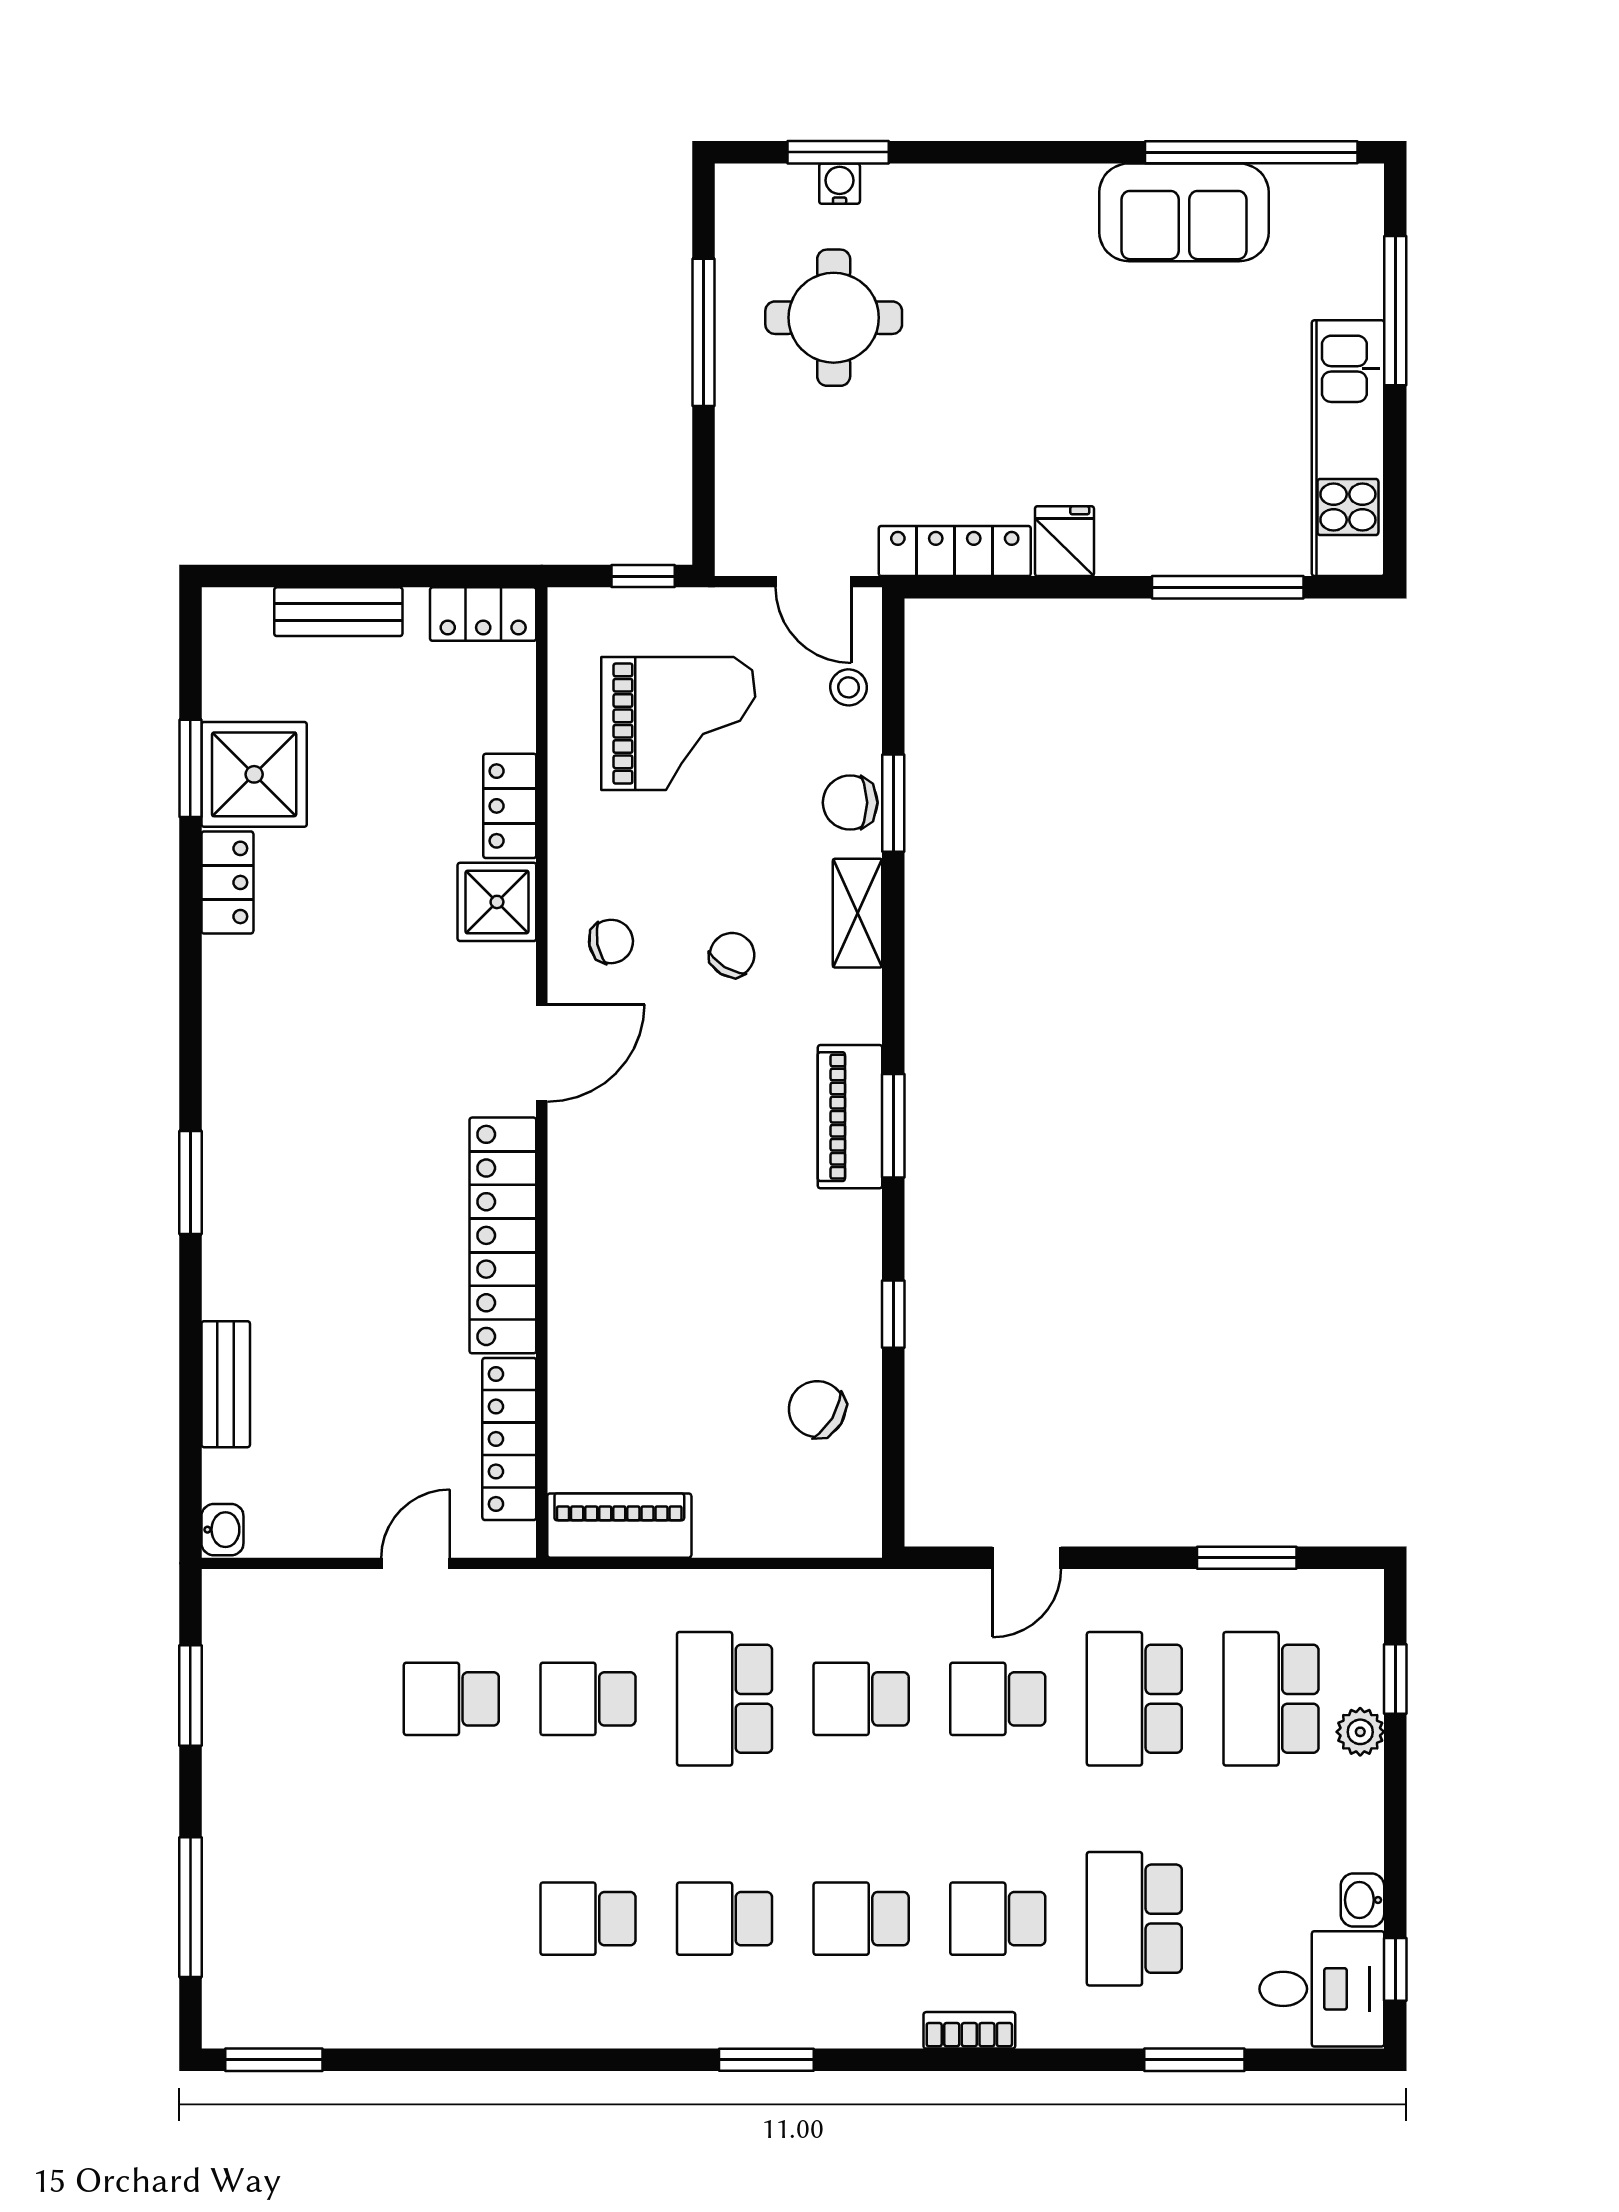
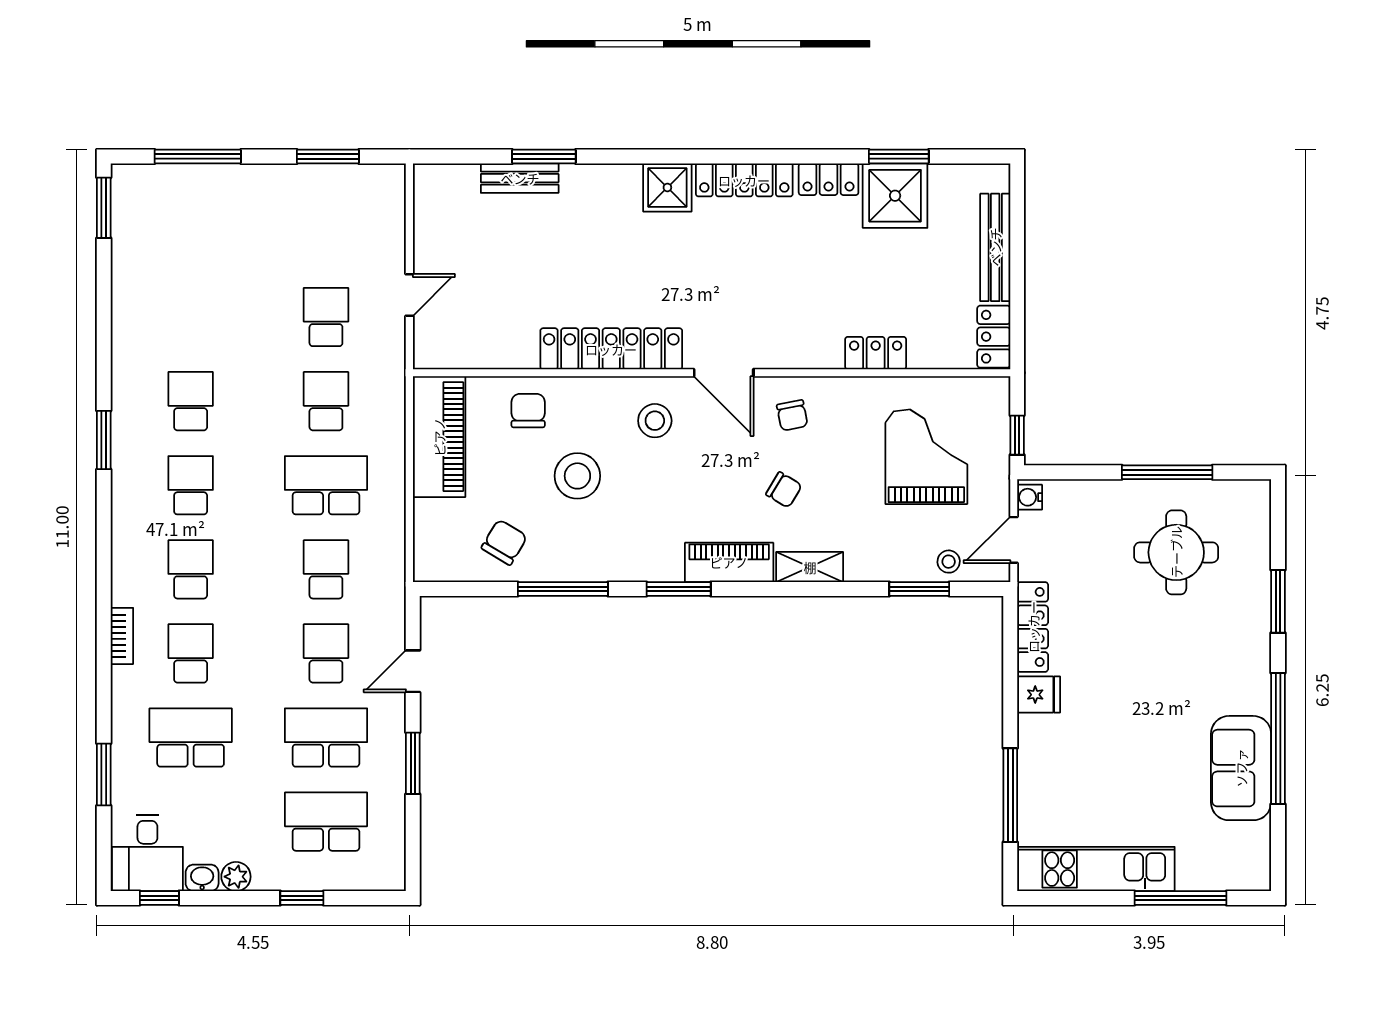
window: (838, 152) -> (1278, 601), moved
window: (1251, 152) -> (1278, 738), moved
water cooler: (840, 184) -> (1030, 497), moved, turned 180
bench: (338, 612) -> (995, 247), width x1.36
grand piano: (678, 724) -> (926, 457), turned 180
chair: (850, 803) -> (528, 411), moved
window: (893, 803) -> (919, 589), moved
shower: (497, 902) -> (667, 187), moved
piano: (850, 1117) -> (729, 562), moved
stool: (620, 1165) -> (655, 421), added
window: (190, 1183) -> (544, 156), moved
stool: (709, 1290) -> (577, 476), added
window: (893, 1314) -> (563, 589), width x2.17
locker: (509, 1439) -> (744, 180), moved, turned 180
piano: (619, 1526) -> (439, 437), width x1.37, depth x1.33
washbasin: (222, 1530) -> (430, 176), removed
door: (1027, 1558) -> (413, 671), hinge flipped
window: (1247, 1558) -> (413, 763), moved
door: (416, 1563) -> (409, 295), hinge flipped
window: (1395, 1679) -> (302, 898), moved
plant: (1360, 1732) -> (236, 877), moved
window: (766, 2060) -> (104, 440), moved

